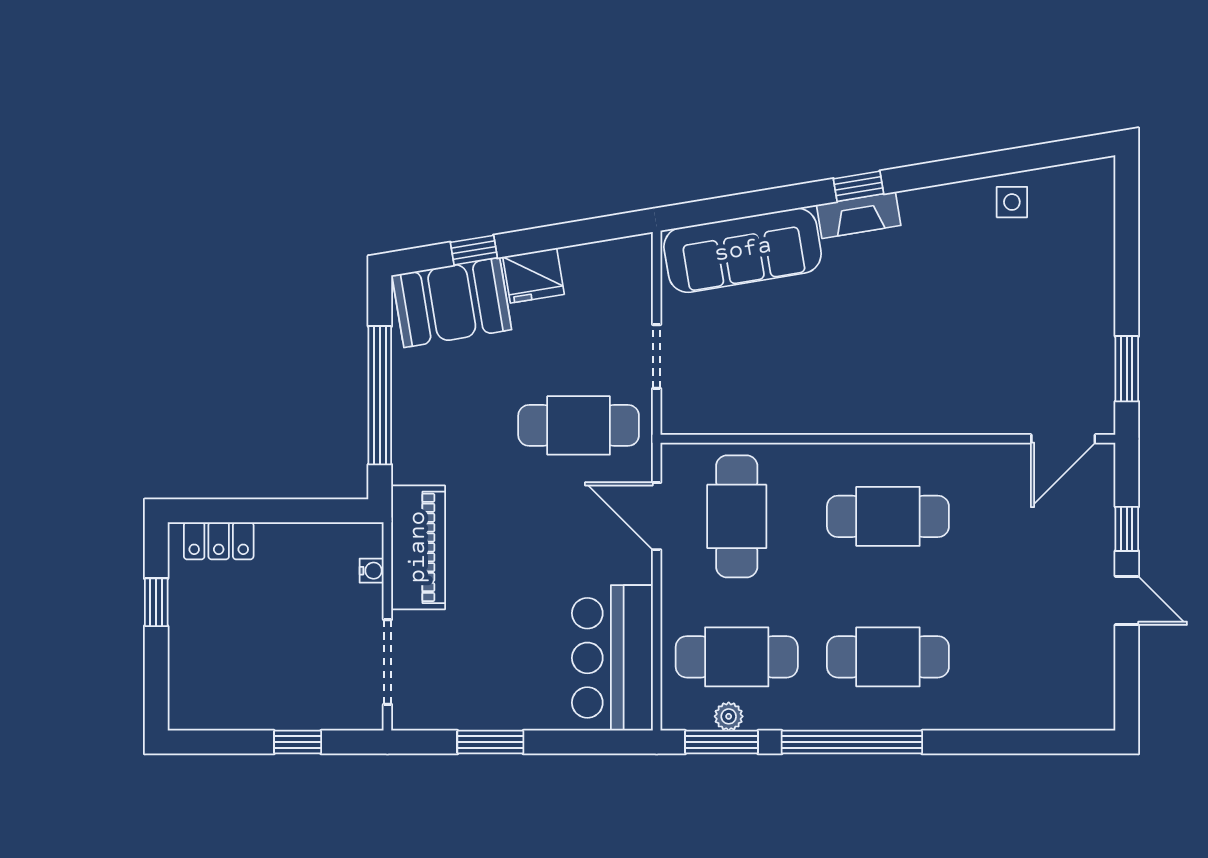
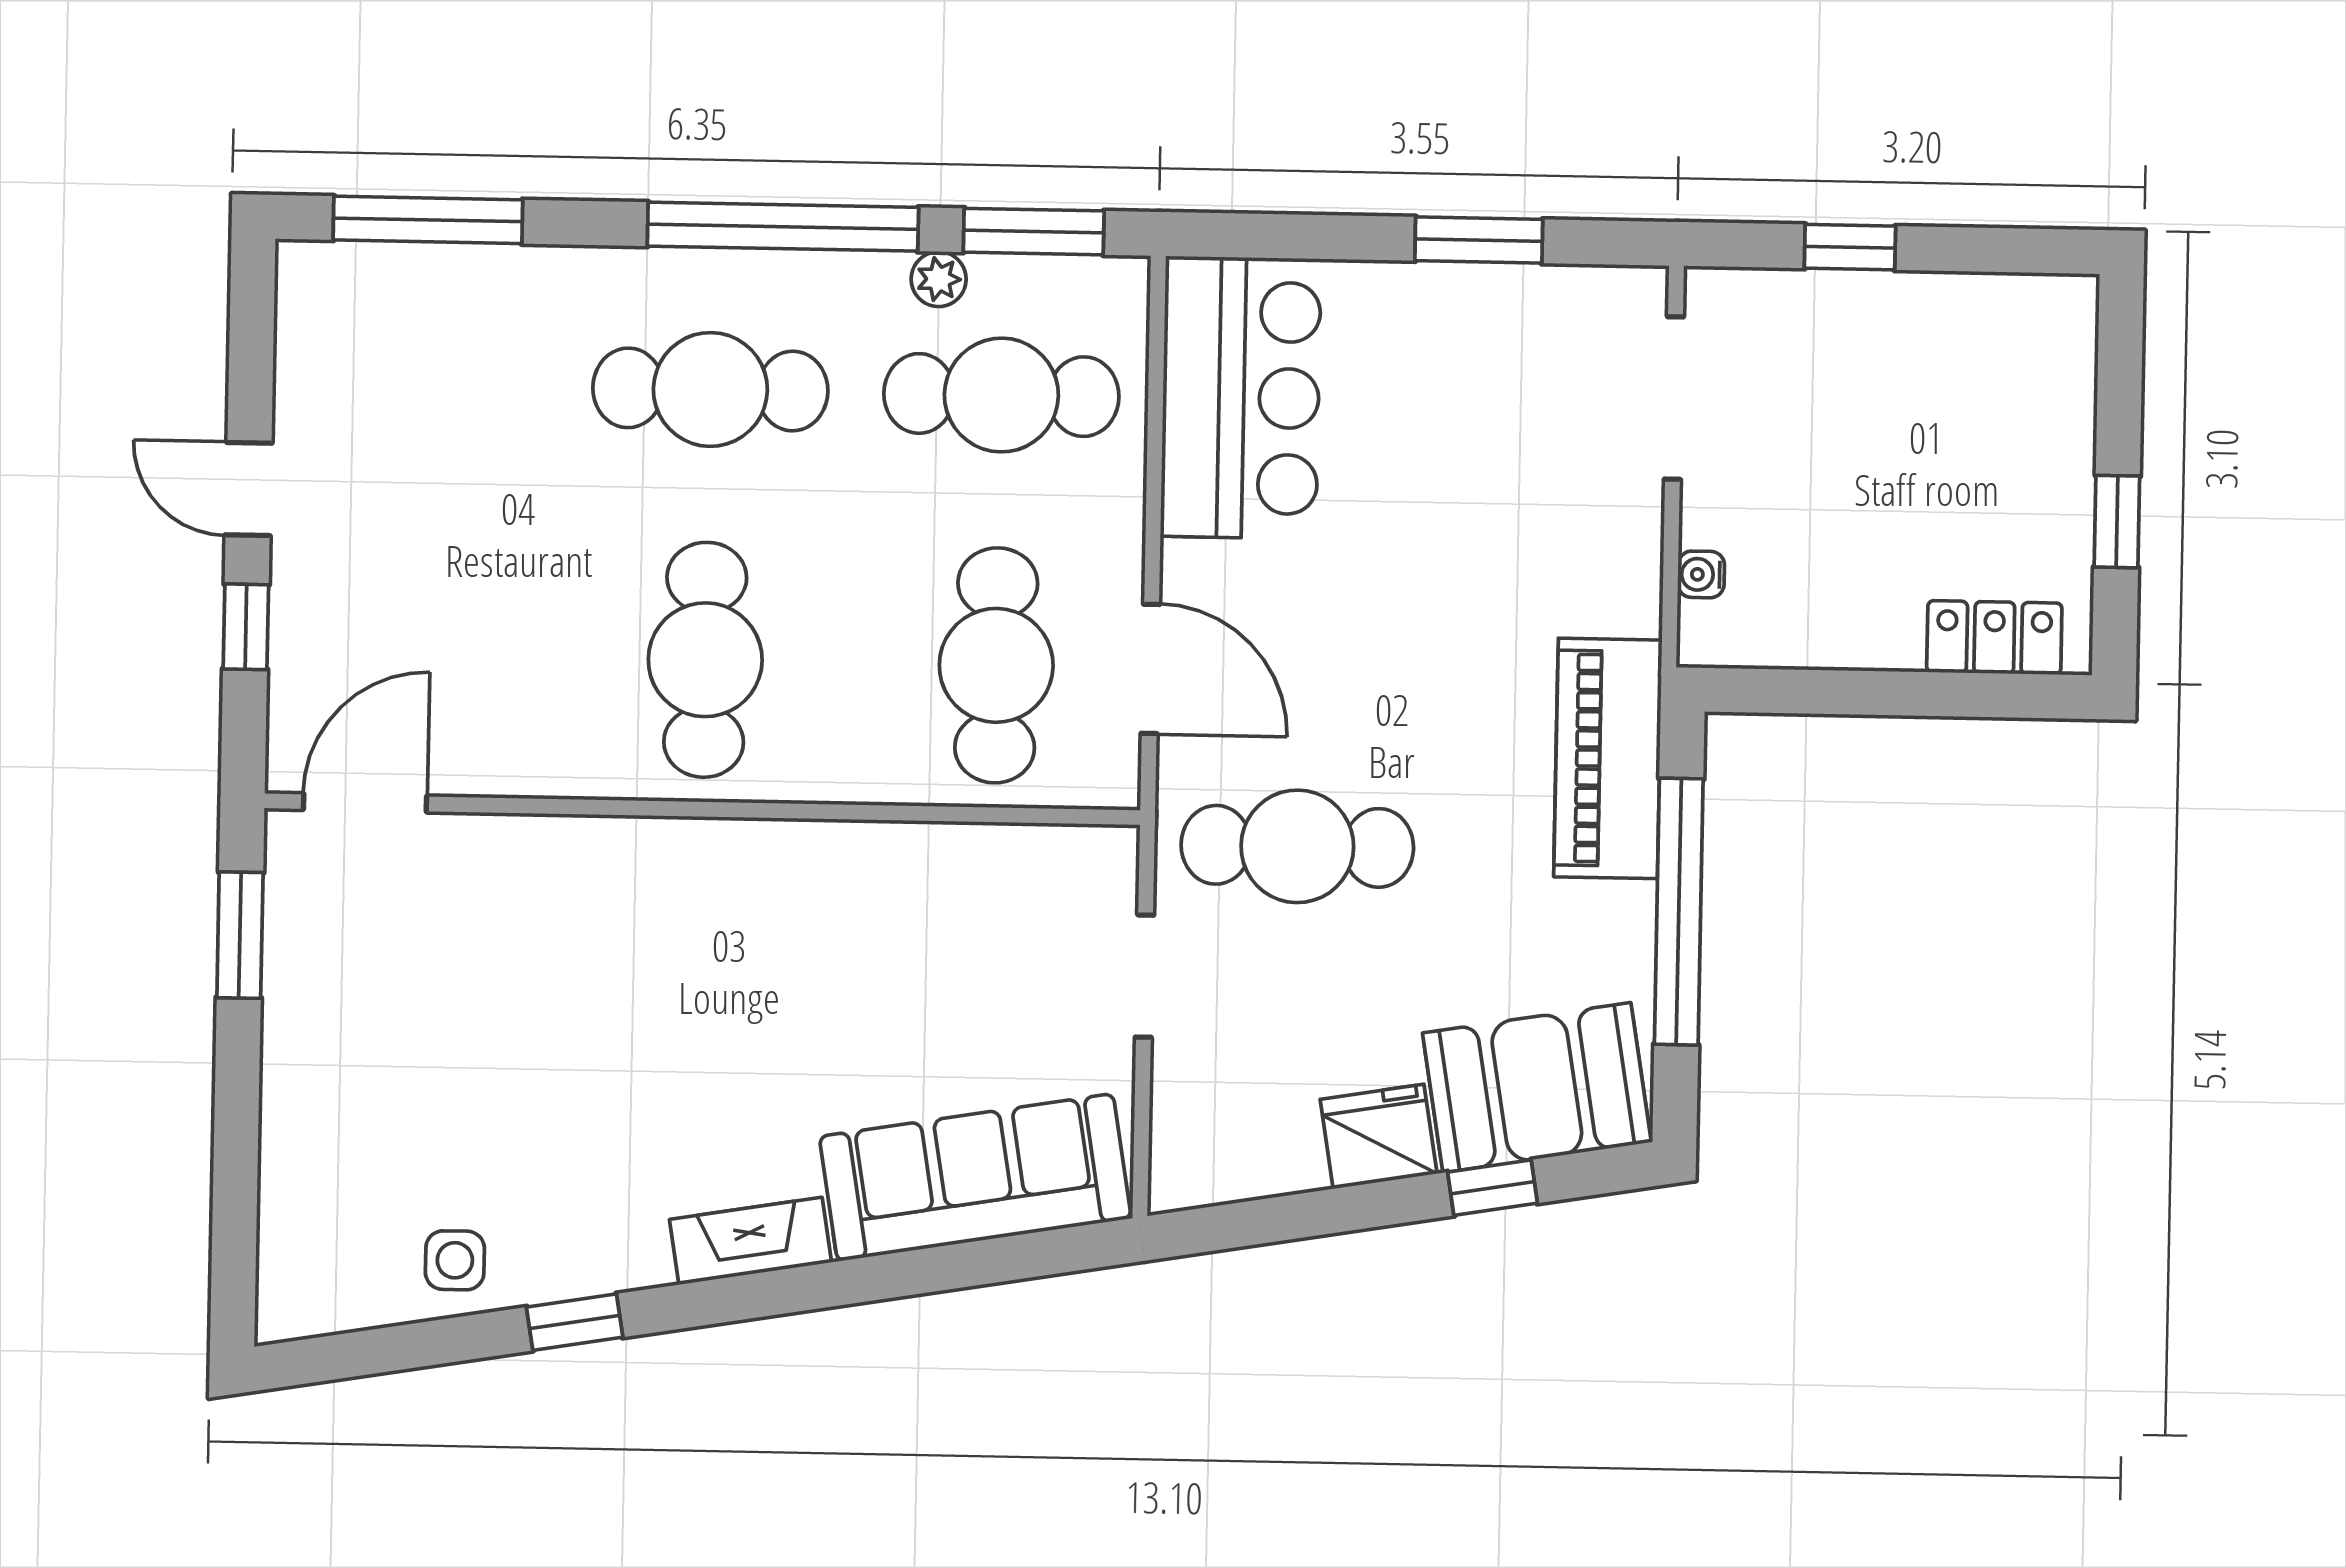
window: (858, 186) -> (575, 1322), moved
cafe table: (888, 516) -> (705, 660), turned 90
piano: (418, 547) -> (1608, 758), moved
plant: (729, 716) -> (939, 279), moved
window: (1036, 742) -> (428, 220), added

